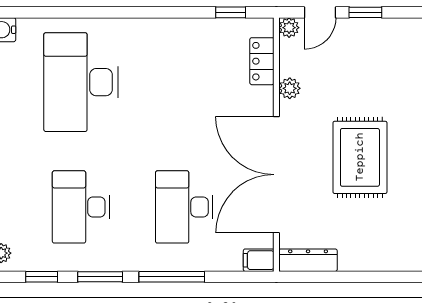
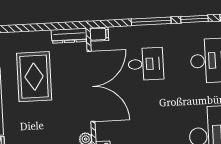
rug: (360, 157) -> (34, 77), moved
desk: (184, 207) -> (146, 64), width x0.73

